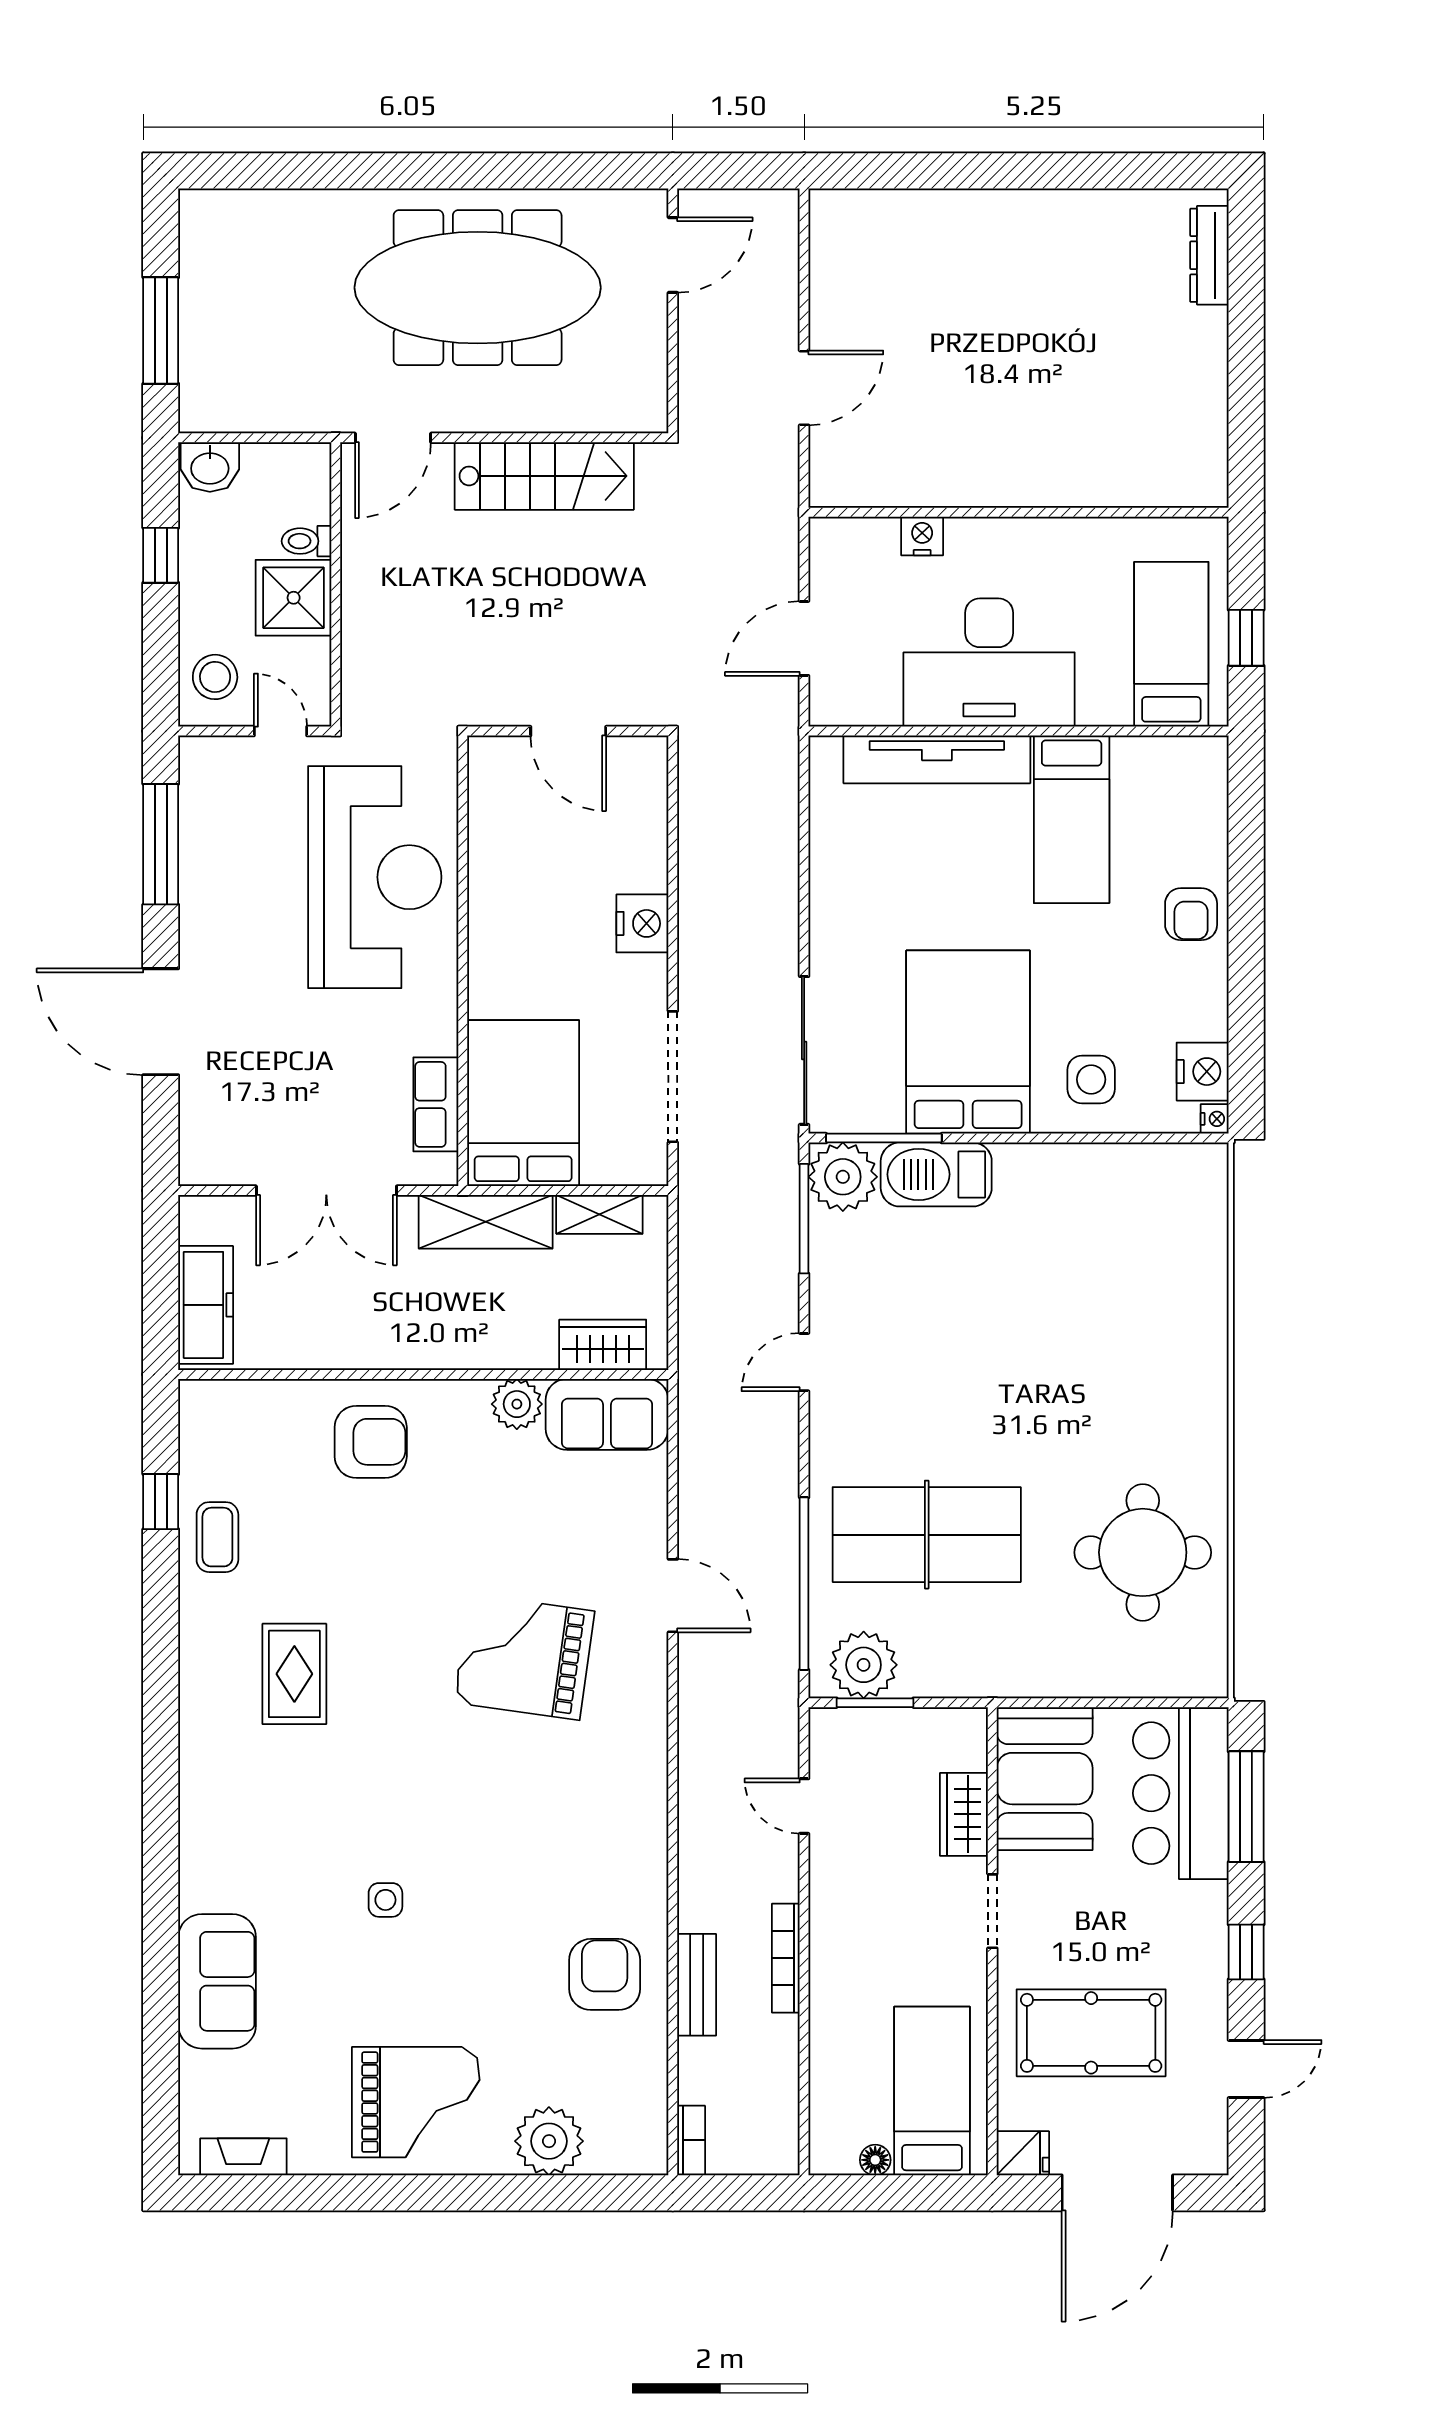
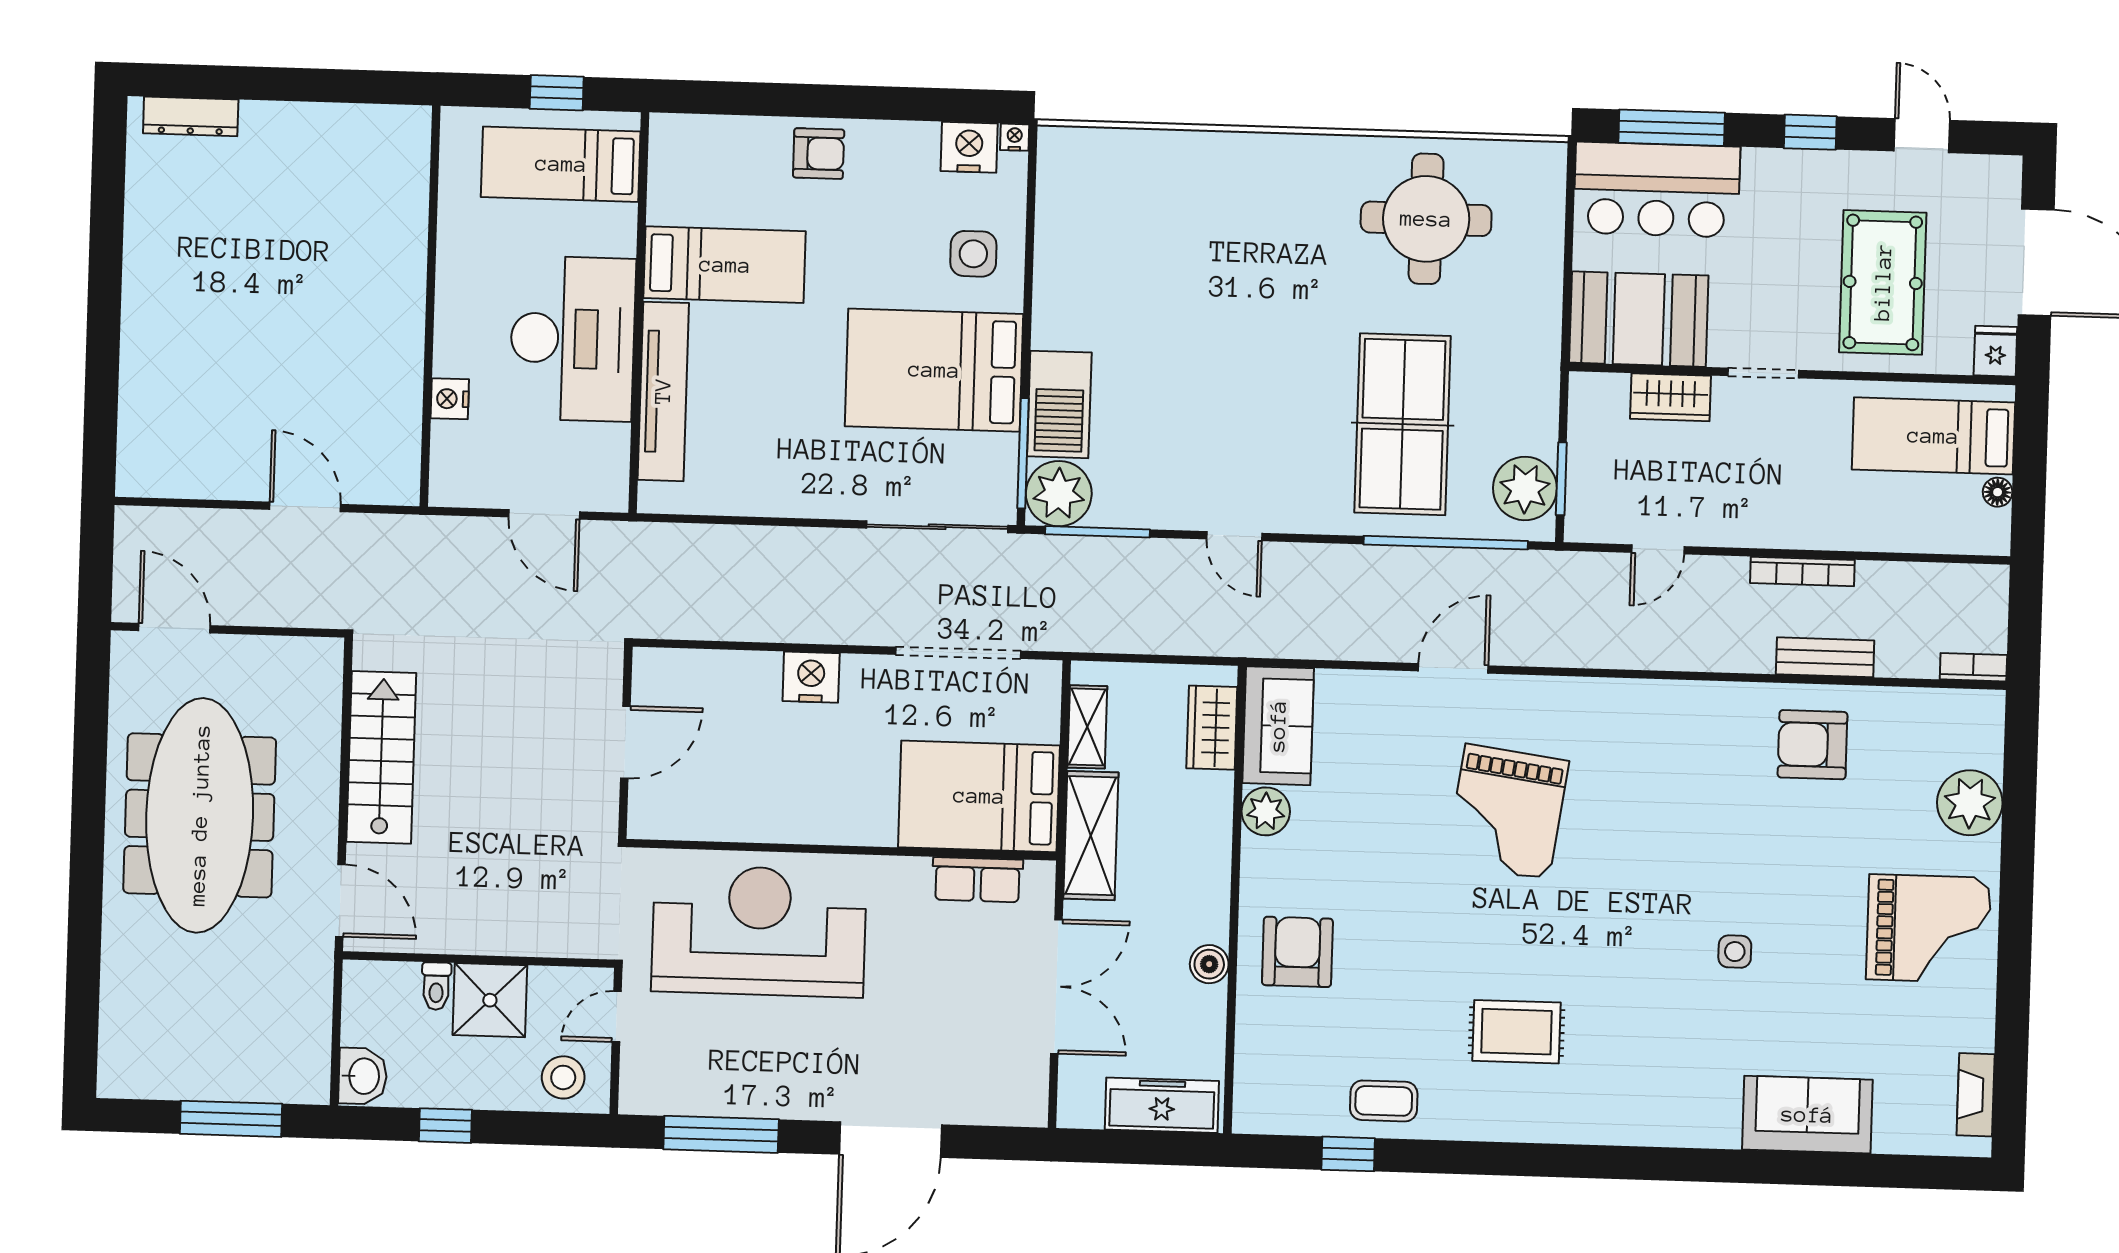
boiler: (355, 1350) -> (1209, 964), added
grand piano: (416, 2102) -> (1929, 929), turned 90

